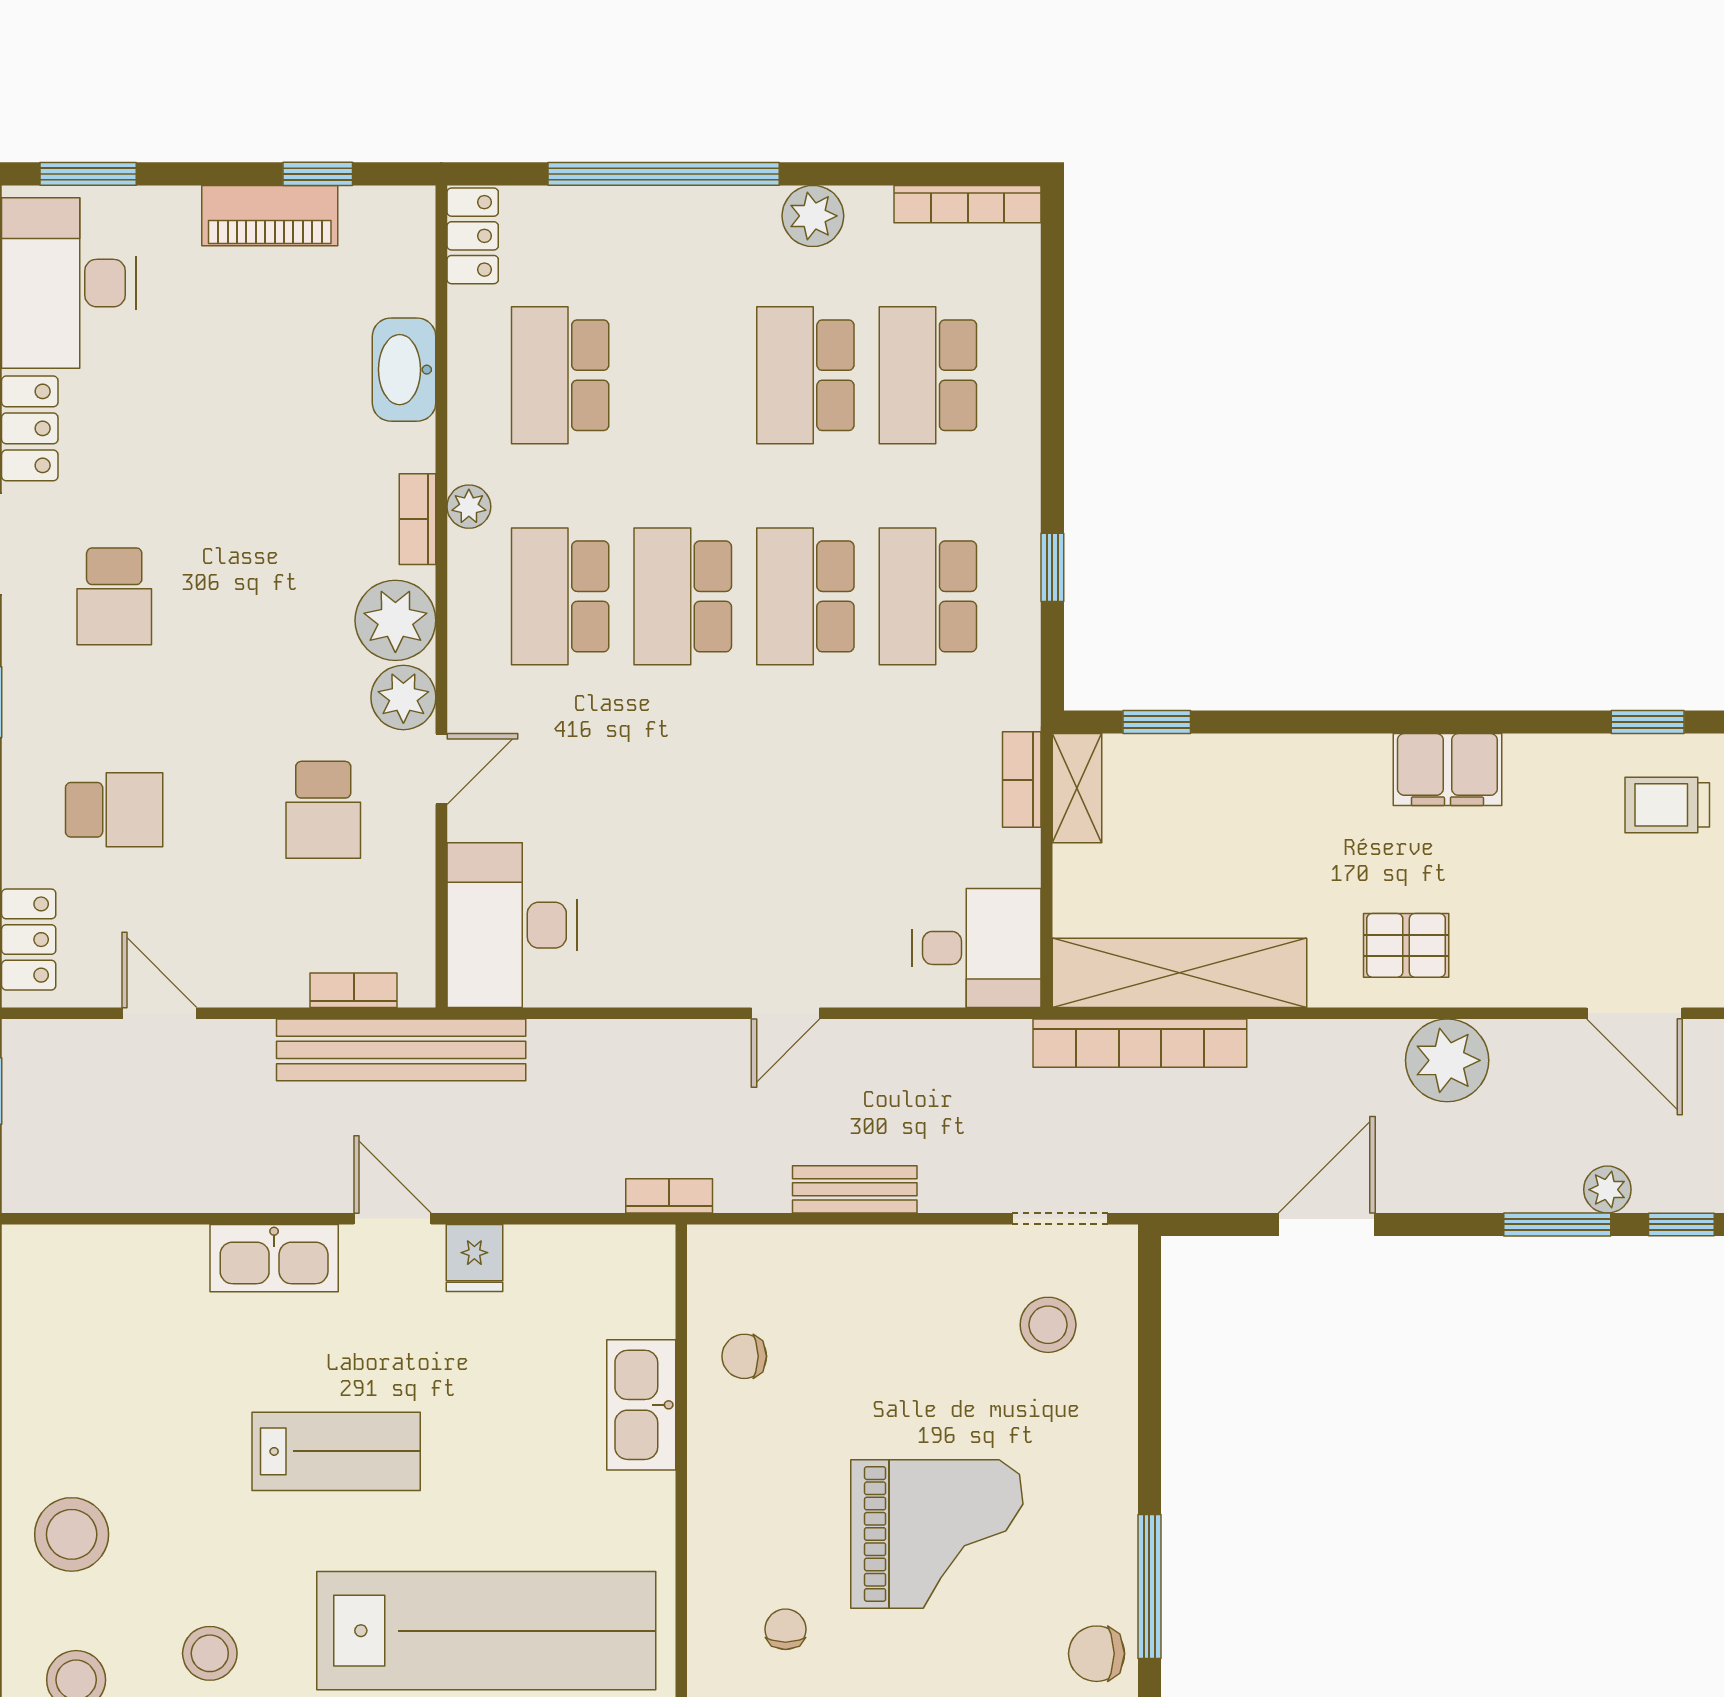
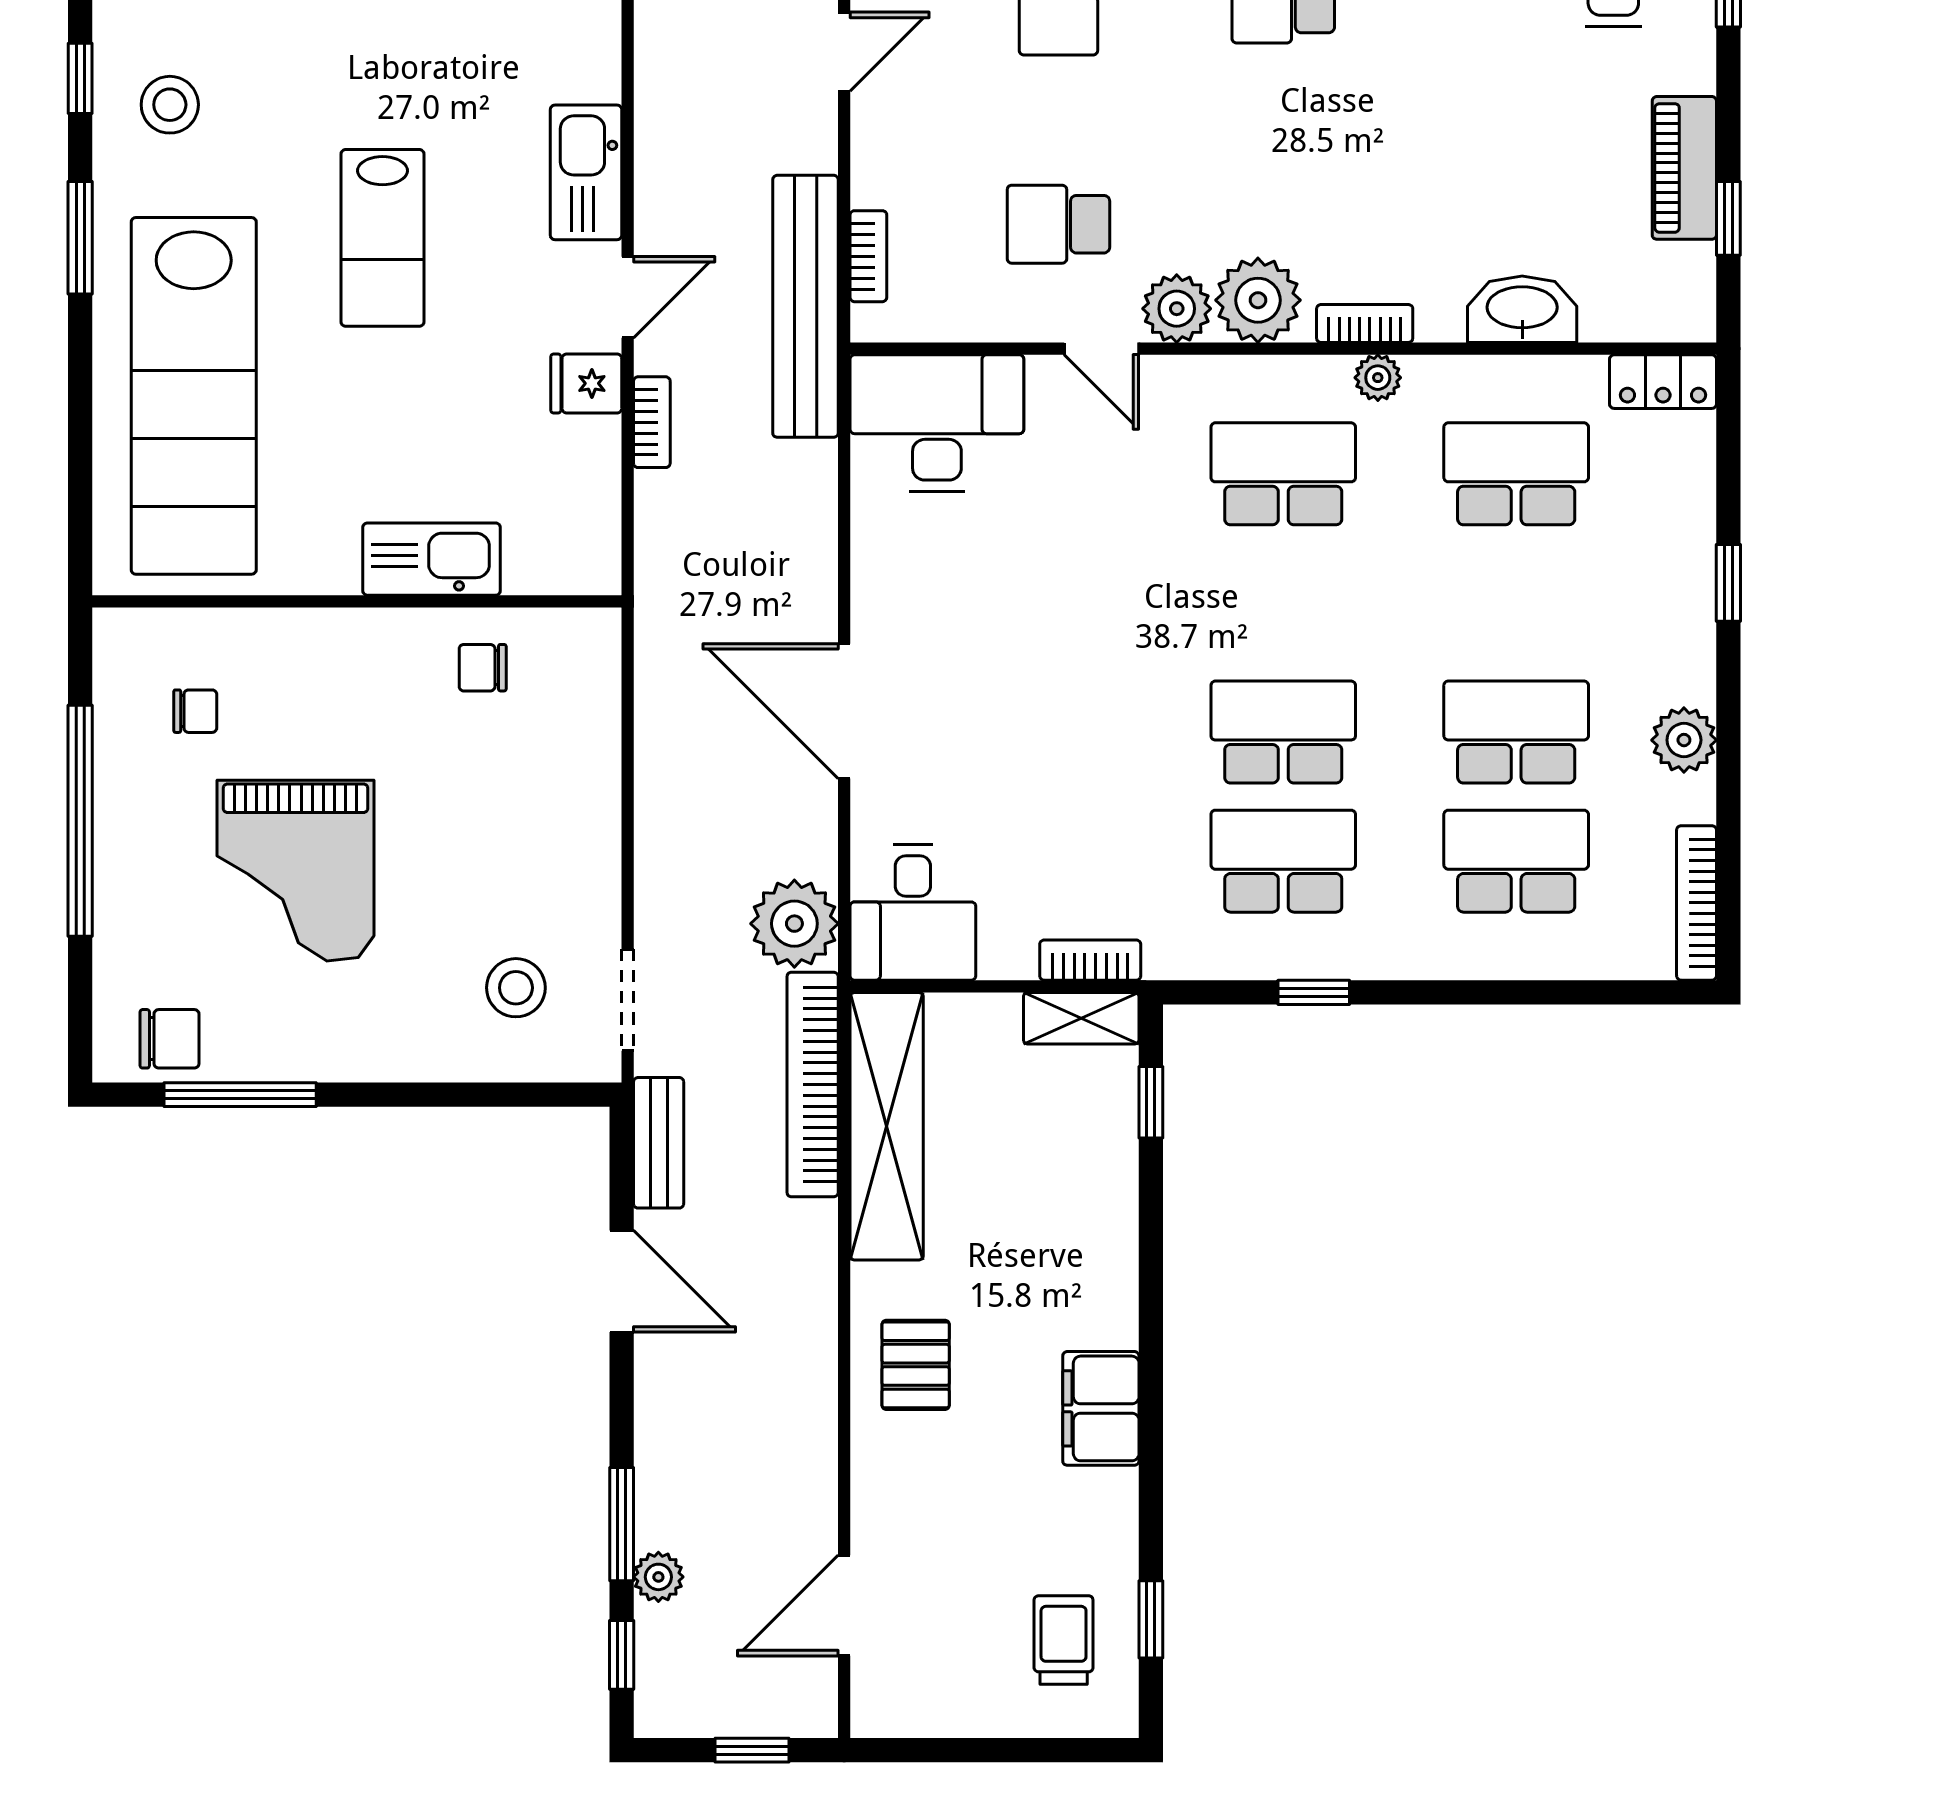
window: (664, 174) -> (1728, 583), width x0.32
school desk: (683, 596) -> (1283, 603), removed
door: (786, 1013) -> (844, 711), width x1.88
plant: (1447, 1060) -> (794, 924), moved
bench: (855, 1189) -> (659, 1143), moved
bookcase: (669, 1196) -> (652, 422), moved
chair: (744, 1356) -> (483, 668), turned -90
chair: (1097, 1654) -> (169, 1039), turned 90

